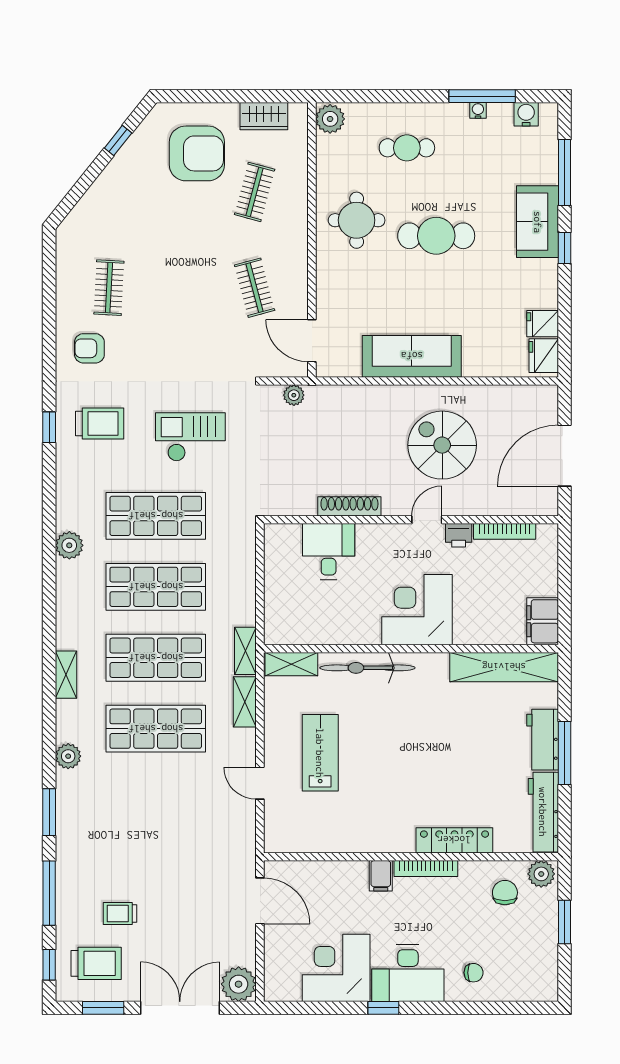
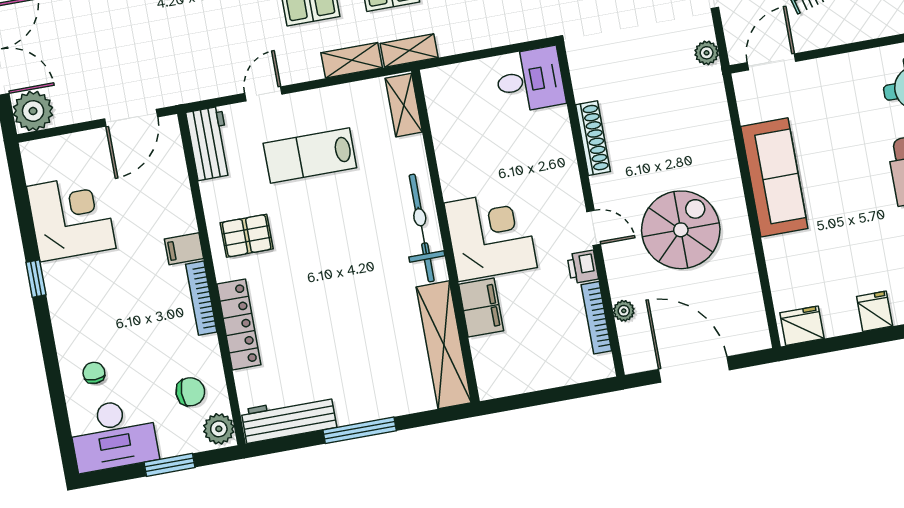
fridge: (543, 324) -> (875, 311), moved
plant: (503, 507) -> (624, 311), added
desk: (329, 552) -> (530, 80), moved
filing cabinet: (543, 621) -> (481, 308), moved, turned 90
bicycle: (367, 668) -> (422, 228), moved
workbench: (543, 740) -> (210, 143), moved, turned 90
lab bench: (320, 753) -> (310, 156), turned 180
pallet: (379, 820) -> (247, 236), added
desk: (408, 973) -> (113, 435), moved, turned -90
chair: (474, 973) -> (94, 373), turned 180

